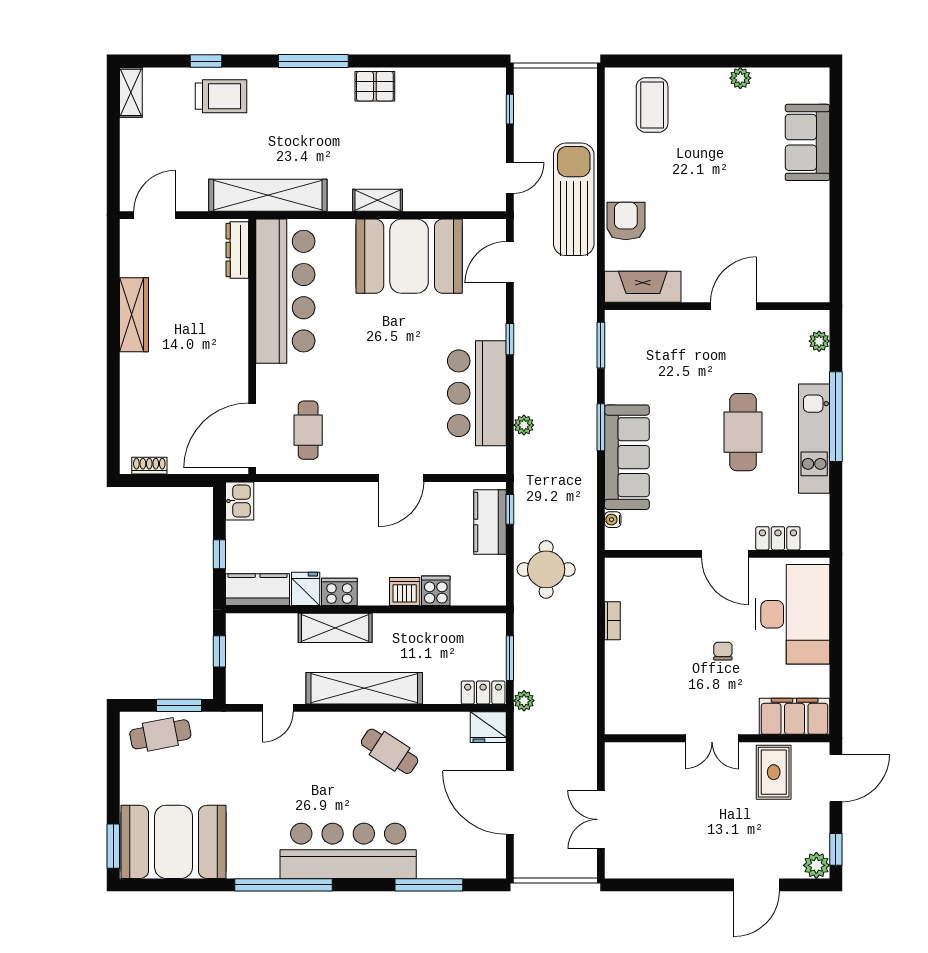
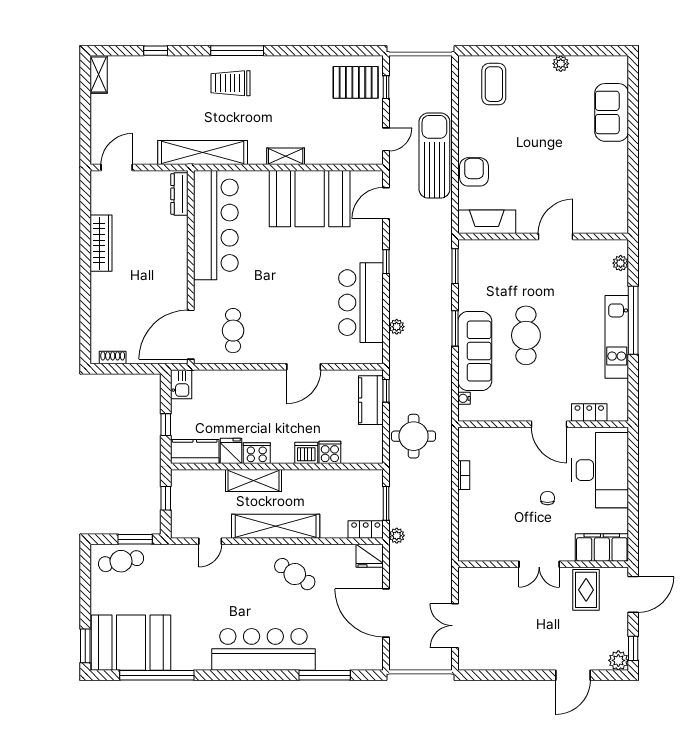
pallet: (375, 86) -> (356, 82), moved, width x1.50, depth x1.42
trolley: (221, 96) -> (231, 83), moved, turned 180
cafe table: (743, 432) -> (526, 335), moved
window: (284, 885) -> (157, 675), moved

